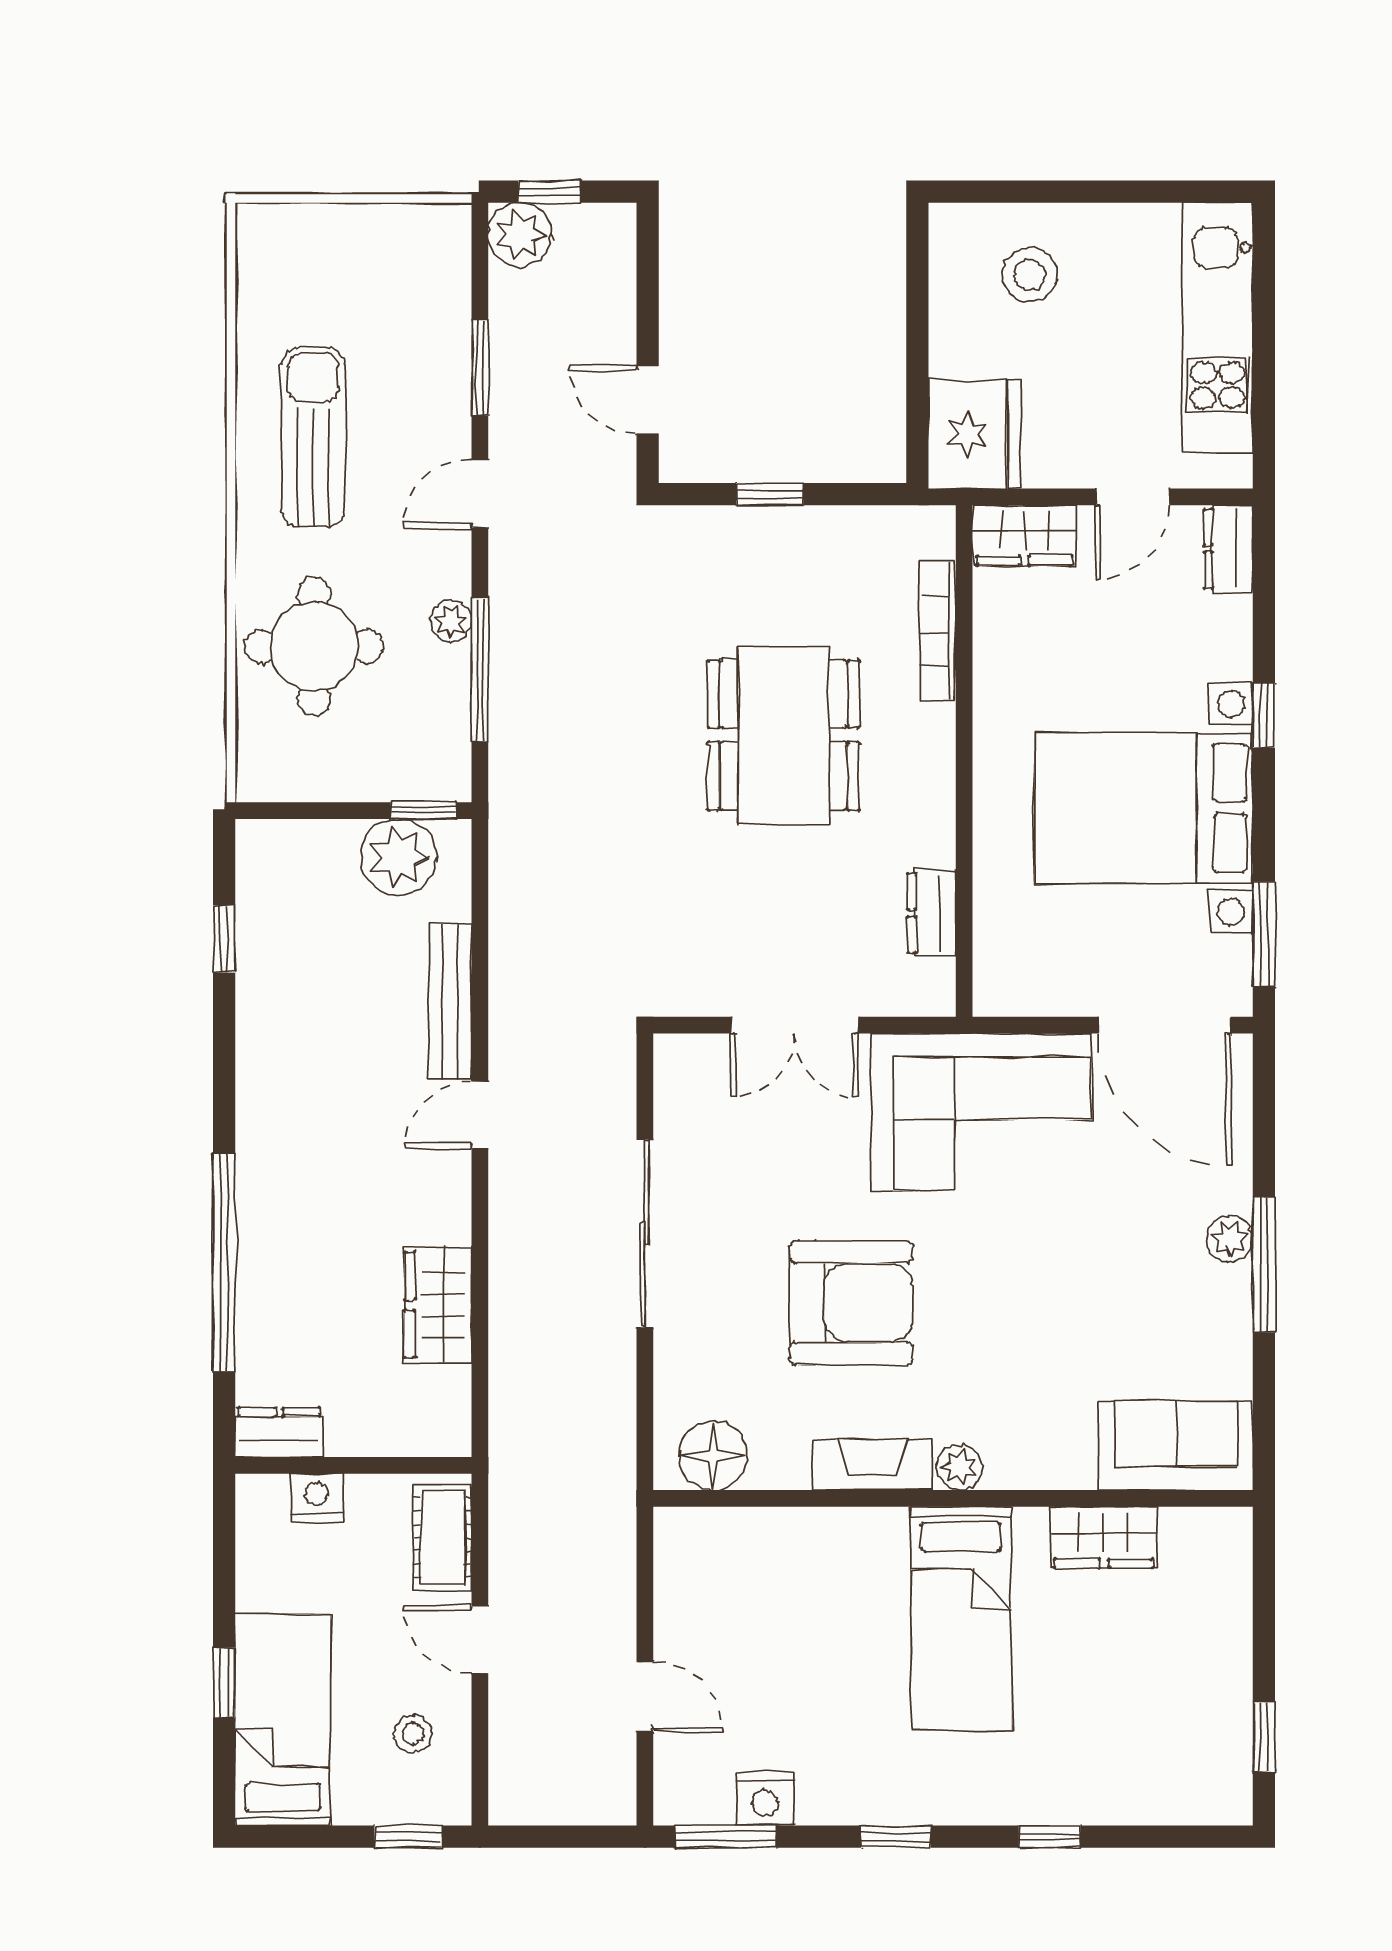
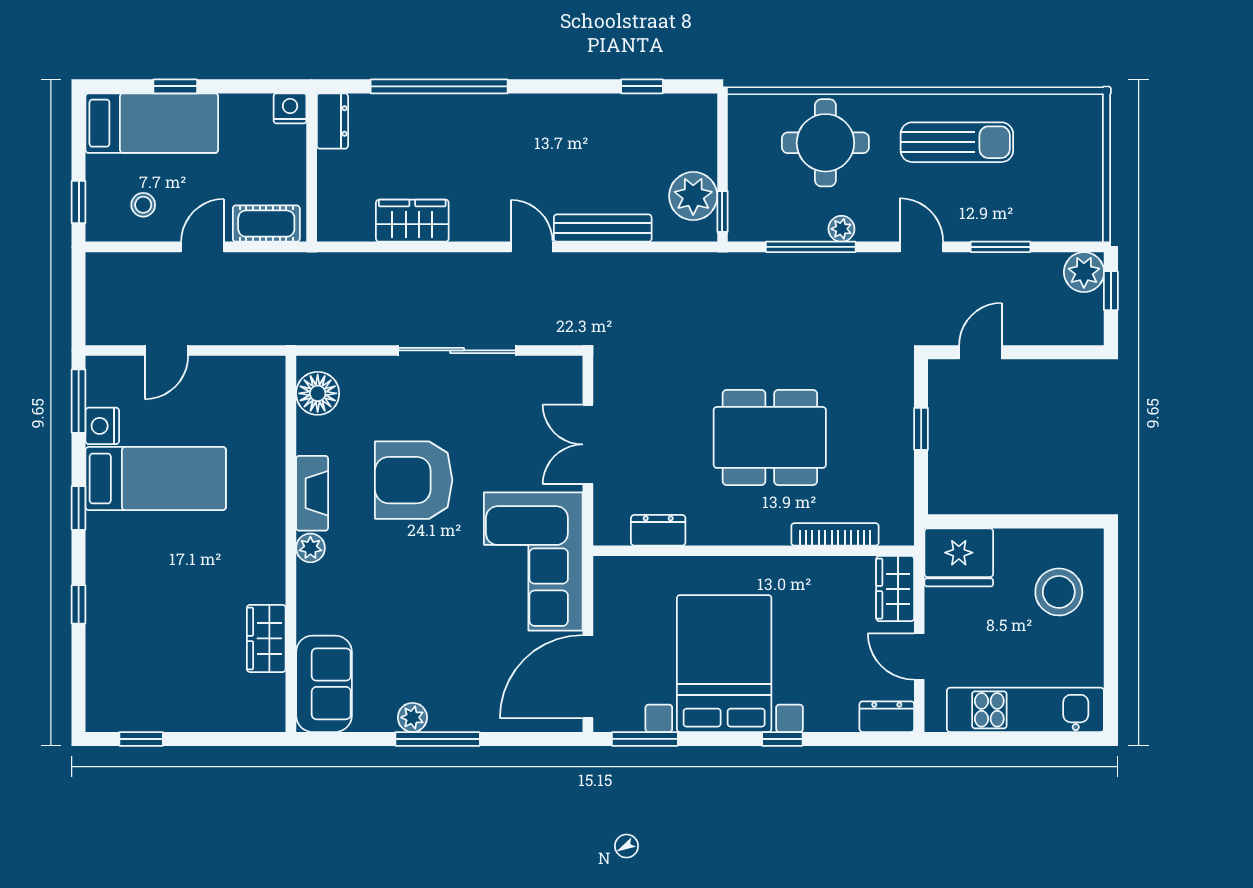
stool: (1030, 275) -> (1059, 592), width x1.38, depth x1.38
plant: (1230, 1239) -> (412, 717), moved
armchair: (851, 1303) -> (414, 480), turned 90
nightstand: (317, 1498) -> (290, 108), moved, turned -90
bed: (961, 1618) -> (156, 479), moved, turned 180

